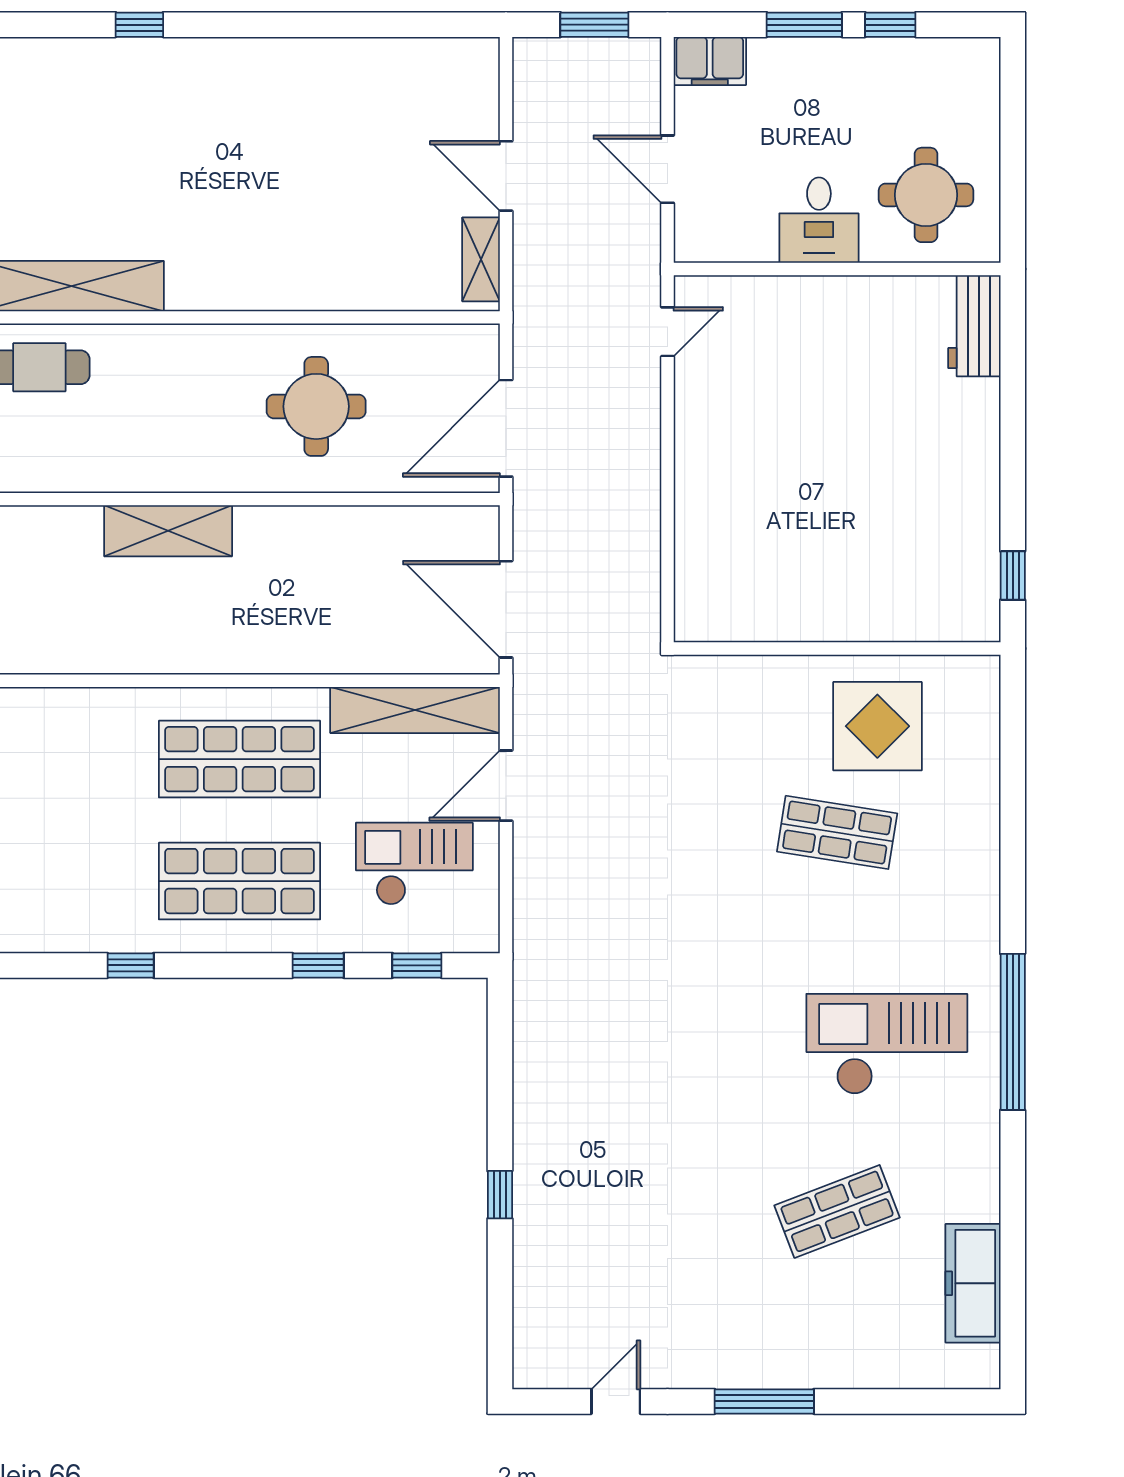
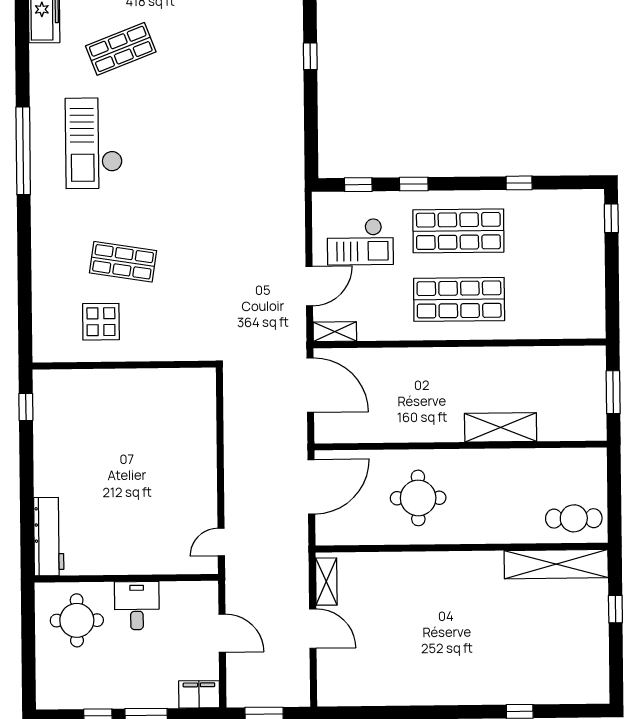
workbench: (974, 326) -> (49, 537), width x1.38
shelving: (415, 710) -> (335, 332), width x0.45, depth x0.75
display table: (877, 726) -> (101, 322), width x0.73, depth x0.73
checkout: (887, 1044) -> (94, 143), turned 90

